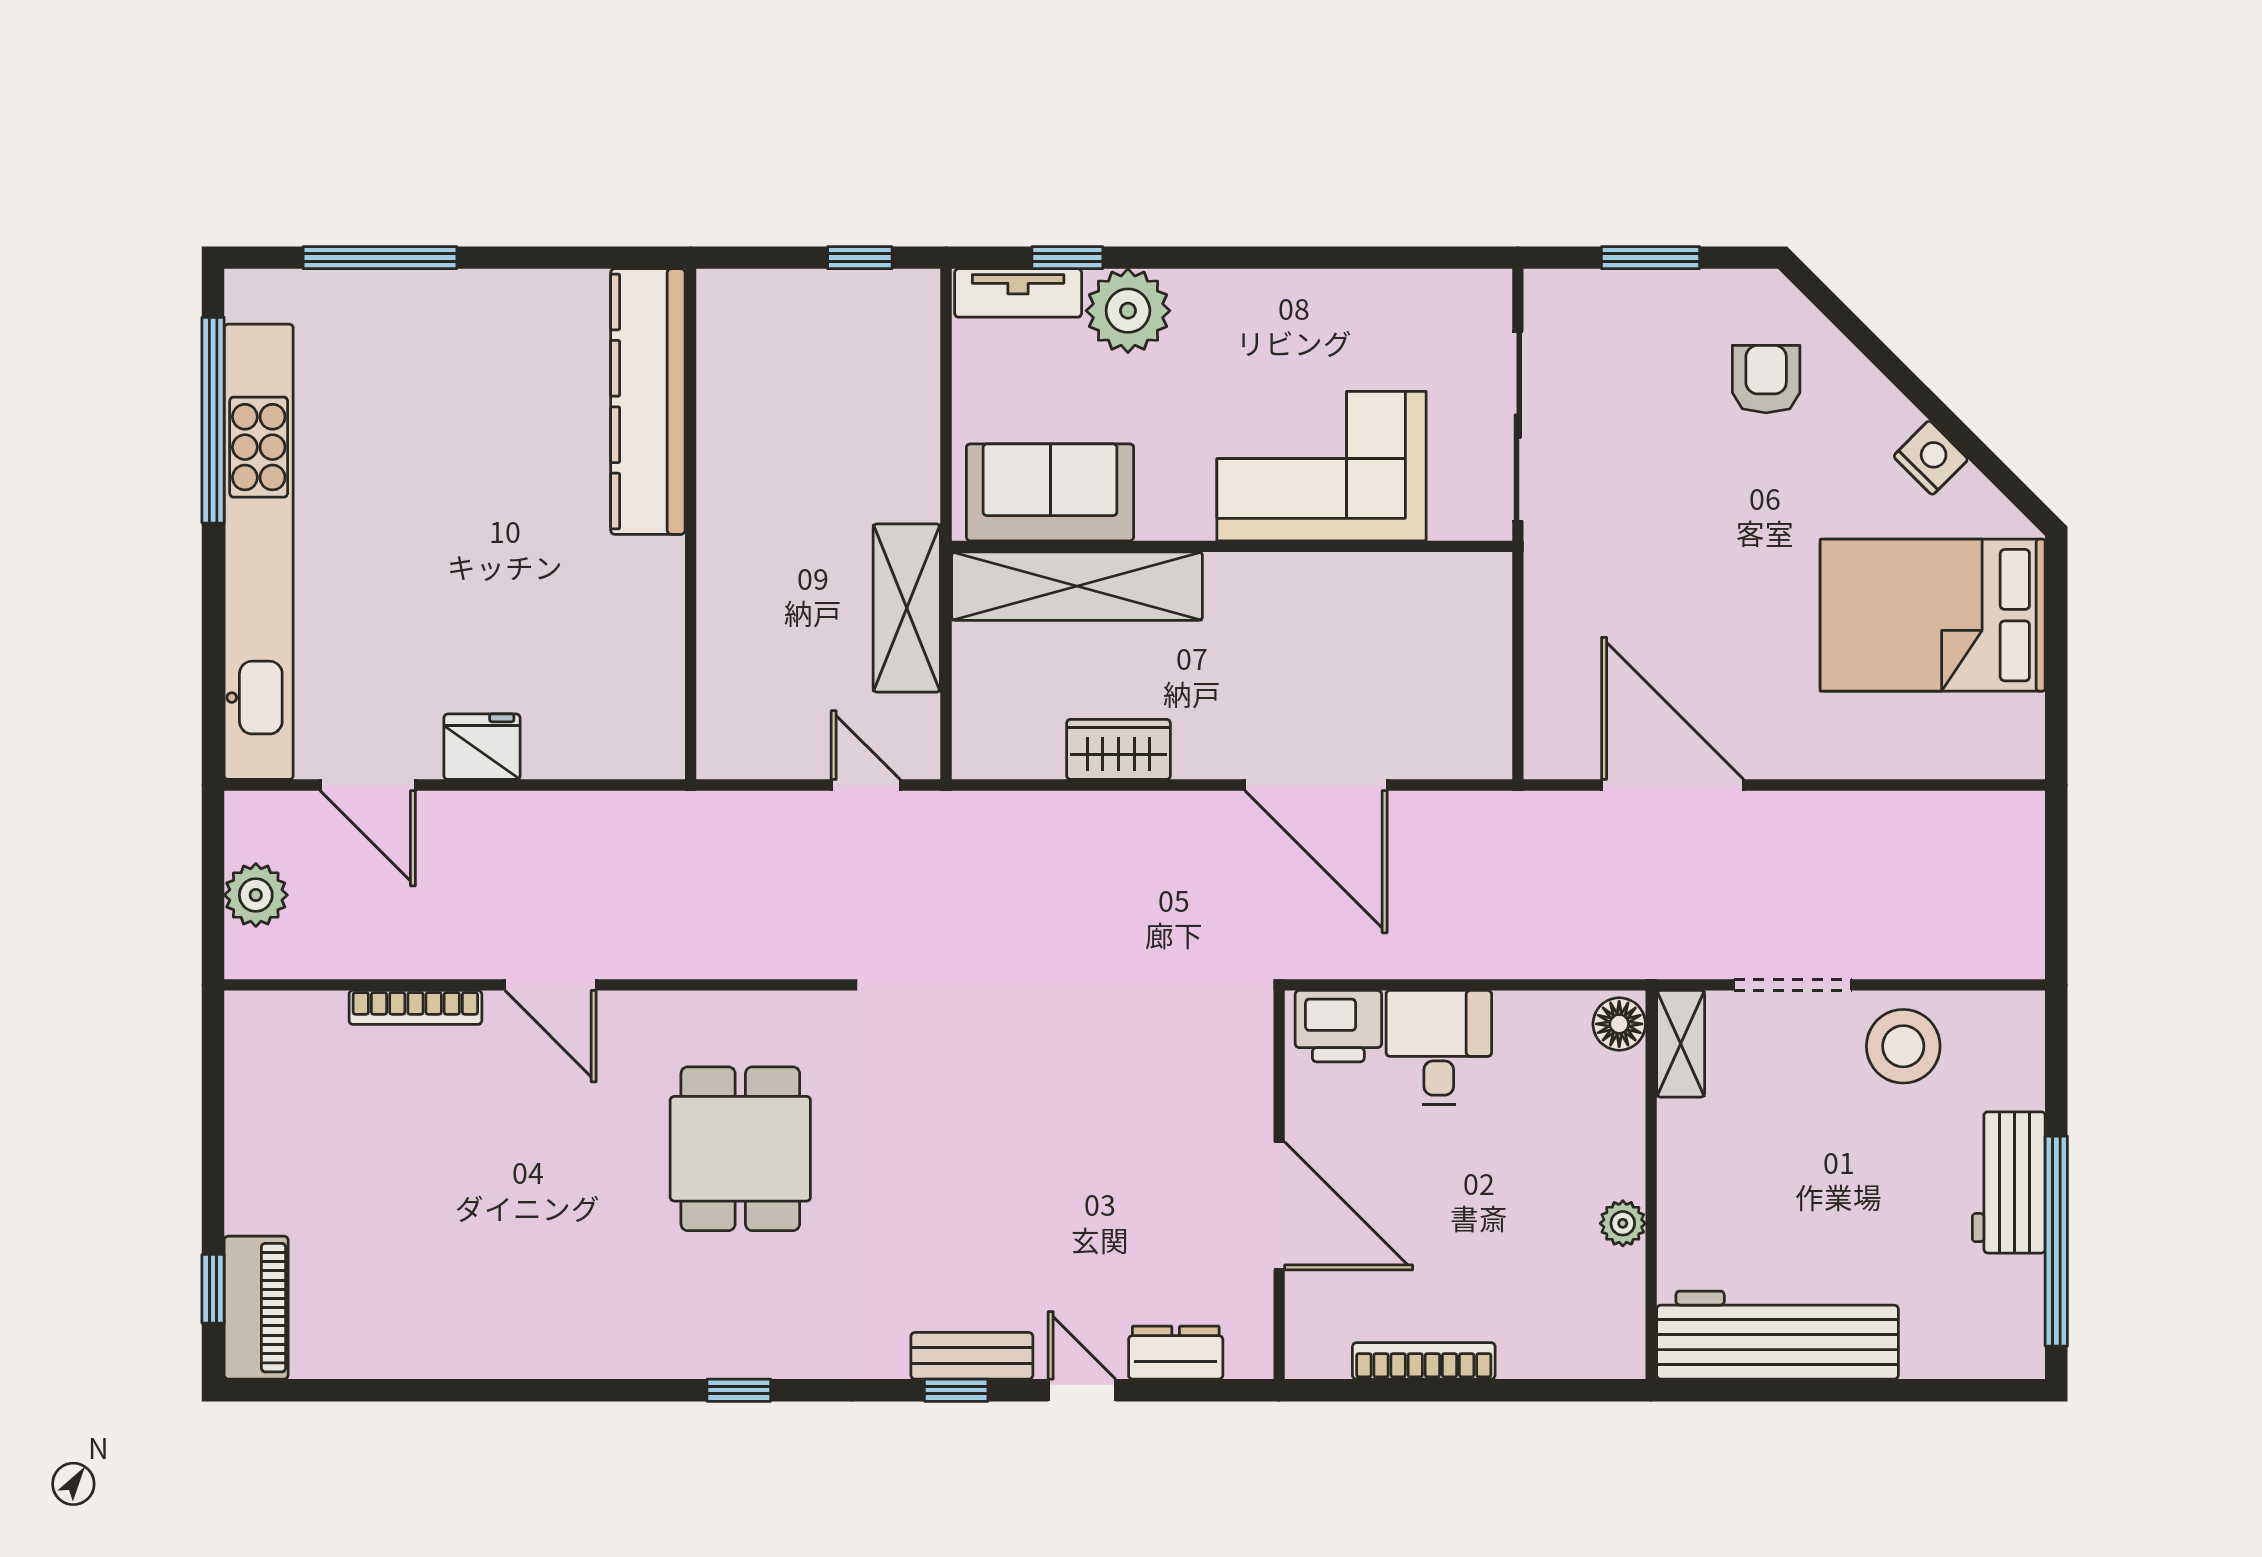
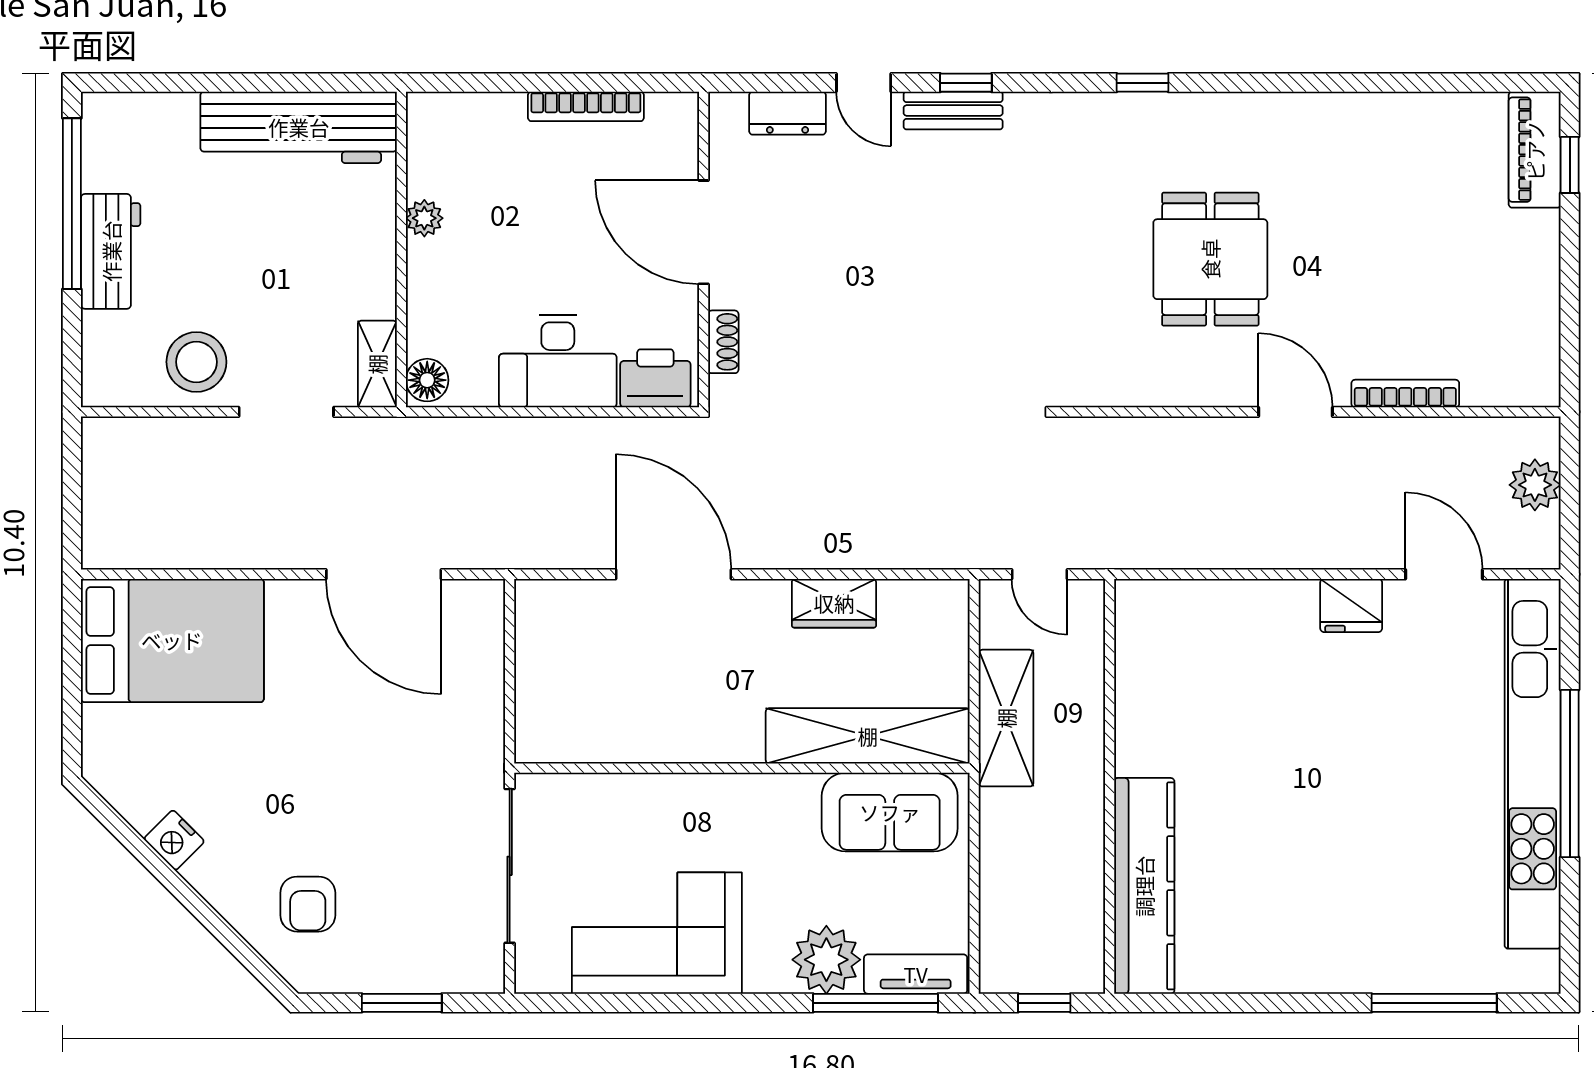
window: (1067, 258) -> (876, 1003), width x2.17
kitchen counter: (648, 401) -> (1144, 886), moved
window: (213, 420) -> (1570, 773), moved
corner sofa: (1322, 466) -> (657, 933), moved, turned 180
wall: (691, 524) -> (1110, 786), moved
bed: (1933, 615) -> (172, 640), moved
desk: (1439, 1047) -> (558, 361), width x1.37
shoe rack: (1255, 1071) -> (723, 342), added
dining table: (740, 1149) -> (1210, 259), moved

